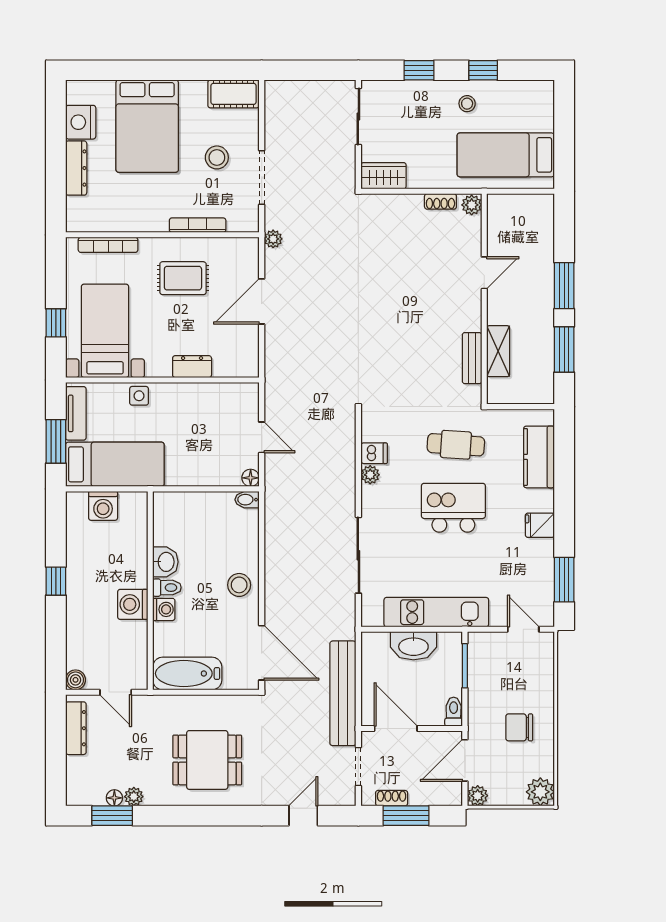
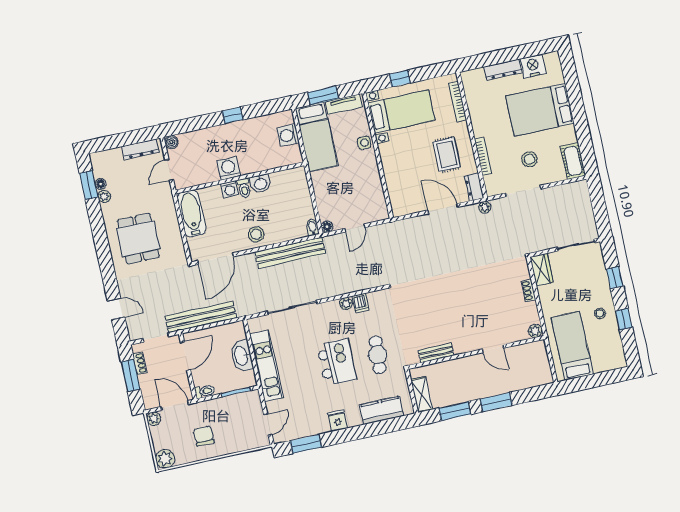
shoe rack: (440, 201) -> (529, 290), moved
shelving: (498, 351) -> (422, 395), moved, turned 90
dresser: (192, 367) -> (474, 187), moved, turned 180
bench: (277, 541) -> (290, 253), added

